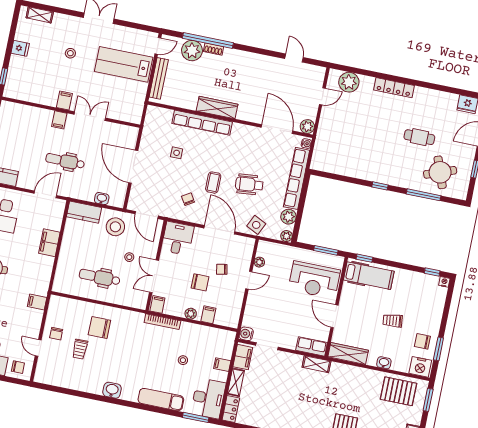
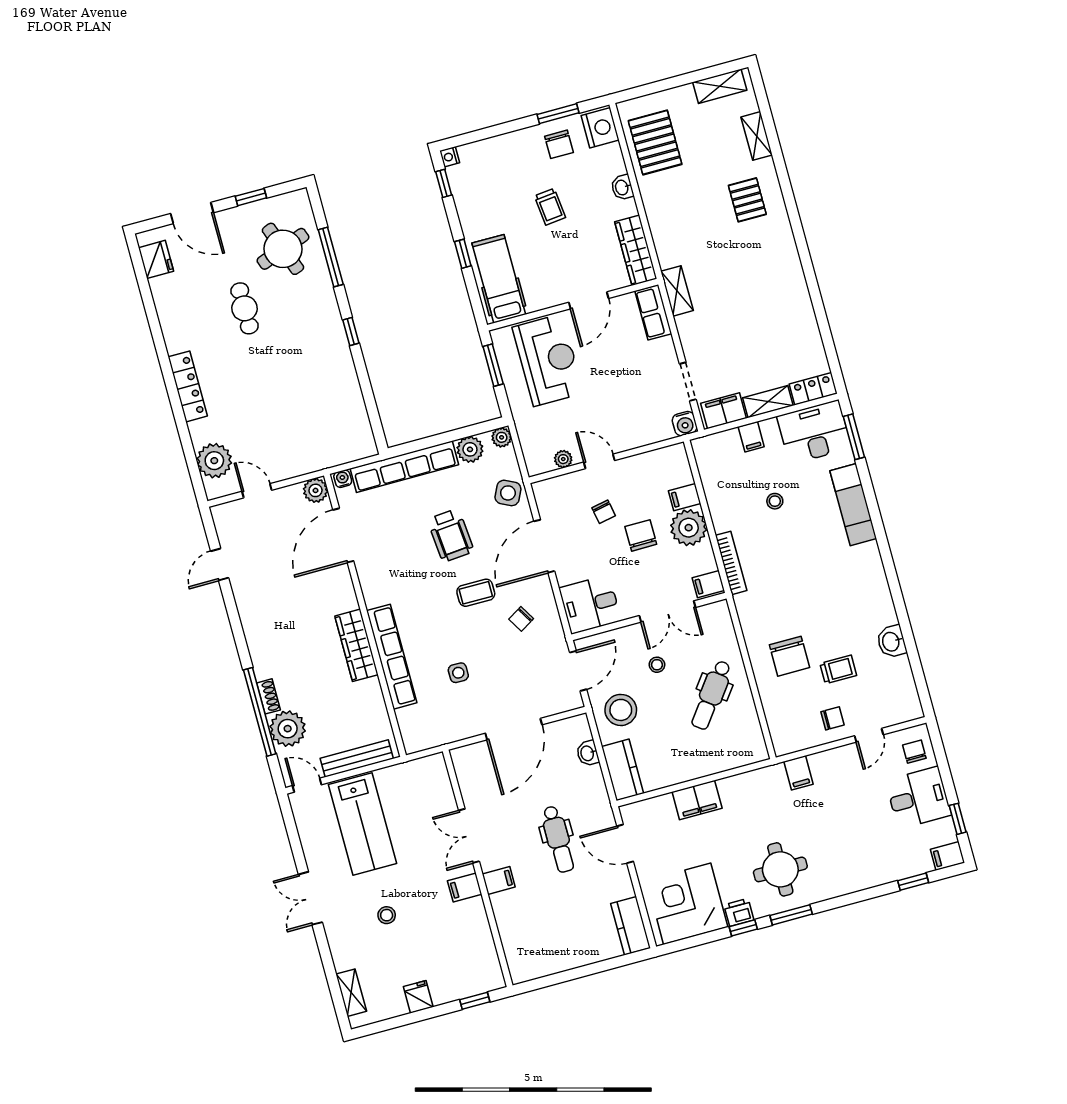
window: (364, 258) -> (463, 254), moved
dental chair: (100, 277) -> (711, 695), turned 37
plant: (191, 314) -> (689, 528), width x1.87, depth x1.87
washbasin: (112, 390) -> (891, 642), moved
window: (428, 400) -> (645, 90), removed

